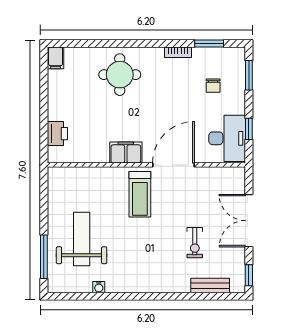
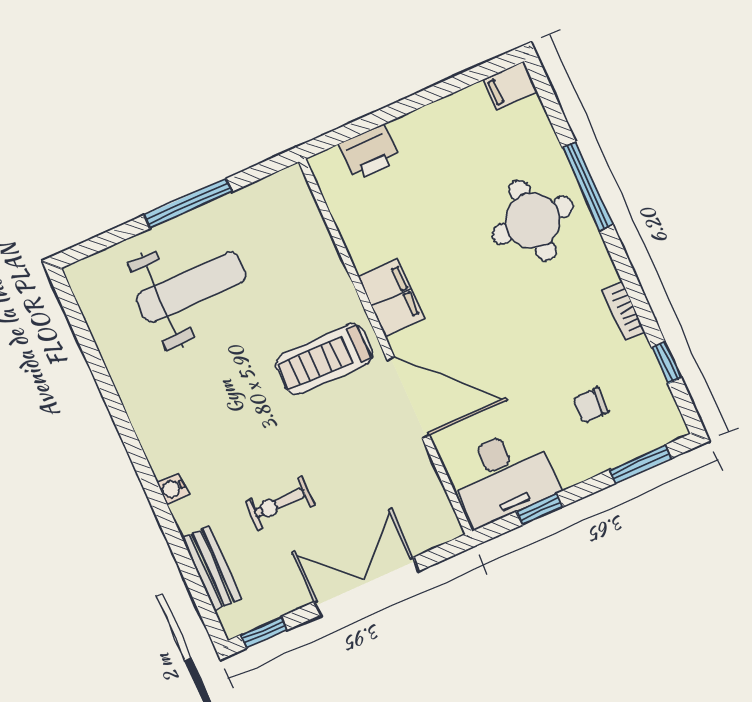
window: (115, 44) -> (587, 186), added
window: (209, 44) -> (666, 363), width x0.67
window: (44, 257) -> (188, 203), moved
water cooler: (99, 287) -> (173, 488), moved

